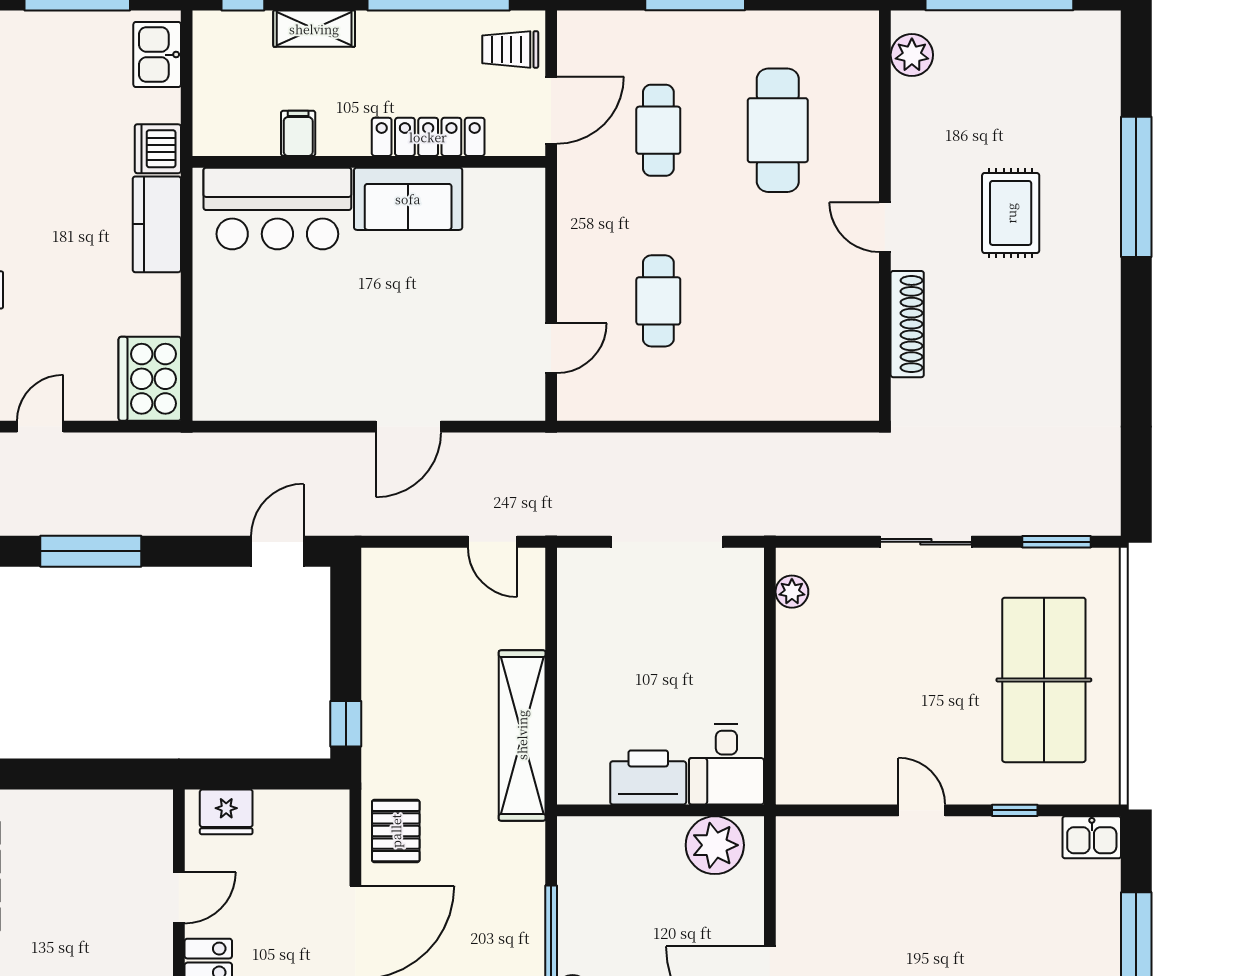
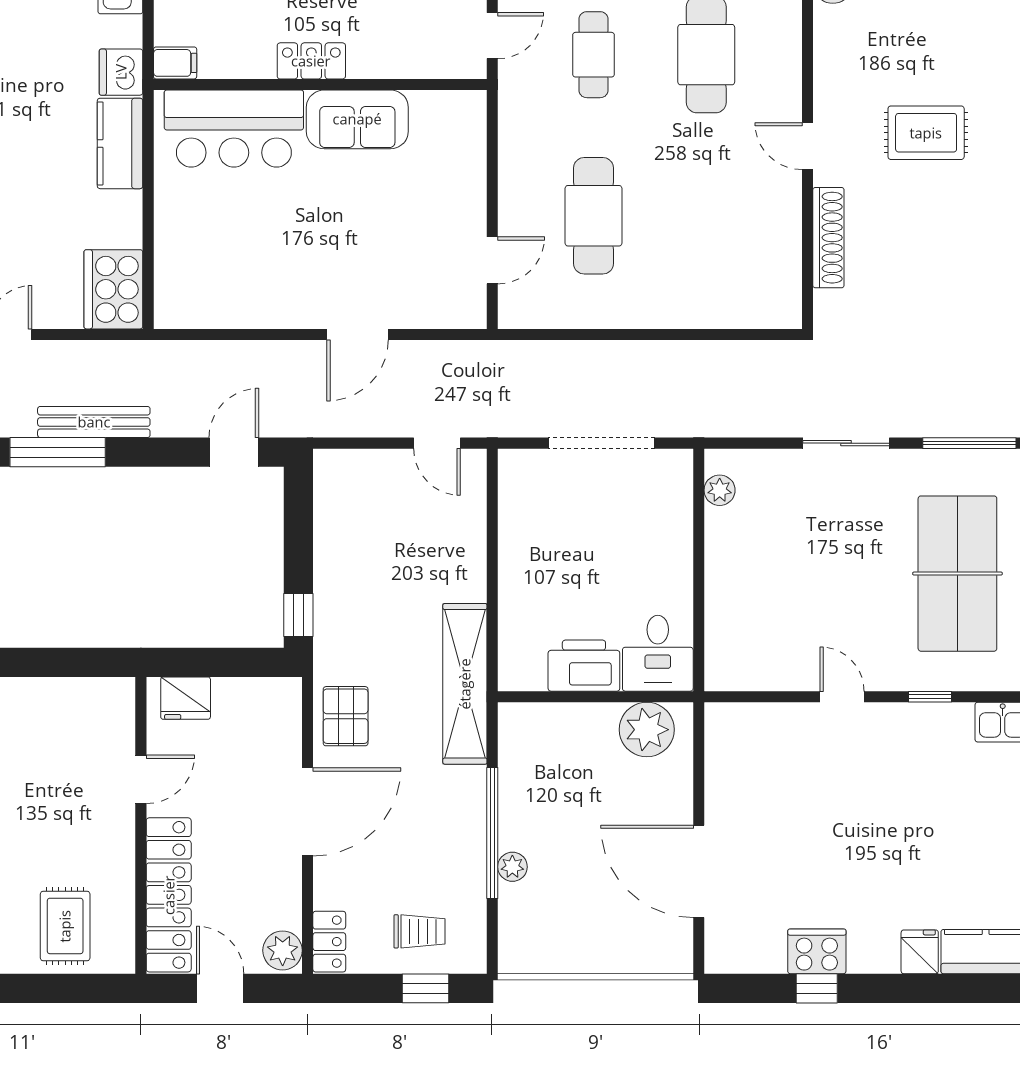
door: (551, 110) -> (492, 36), width x0.73
filing cabinet: (298, 133) -> (175, 63), moved, turned 90
locker: (428, 137) -> (311, 61), moved, width x0.66
rug: (1011, 213) -> (926, 133), turned 90
cafe table: (658, 301) -> (593, 216), width x1.37, depth x1.35
bench: (129, 519) -> (94, 422), added
window: (1056, 542) -> (969, 443), width x1.44
shelving: (522, 735) -> (465, 684), moved

